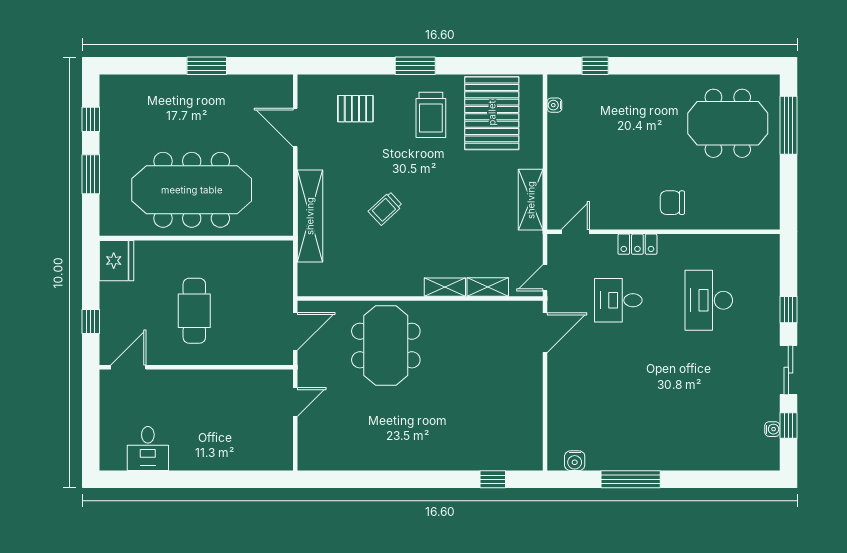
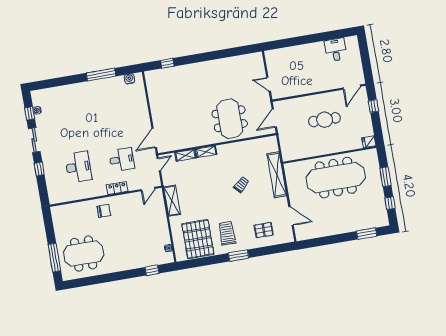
window: (207, 66) -> (367, 234), moved
fridge: (116, 261) -> (369, 142), width x0.53, depth x0.75
cafe table: (194, 311) -> (325, 120), turned 90
door: (295, 402) -> (269, 84), hinge flipped

